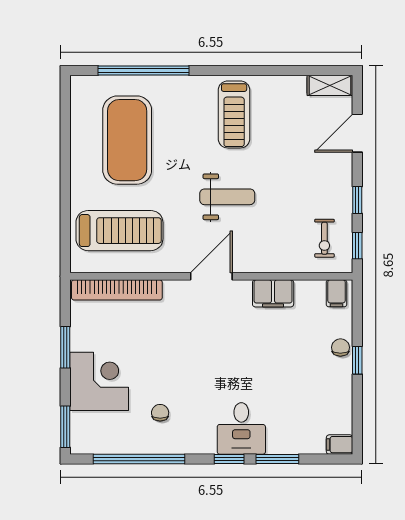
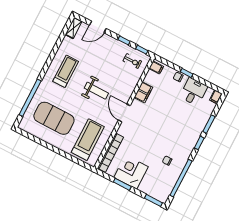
treadmill: (234, 114) -> (66, 71), turned -90
door: (357, 133) -> (98, 27), hinge flipped
weight bench: (227, 197) -> (96, 91), turned 90
corner desk: (99, 381) -> (131, 172), moved
desk: (241, 428) -> (194, 92), moved, turned -90

